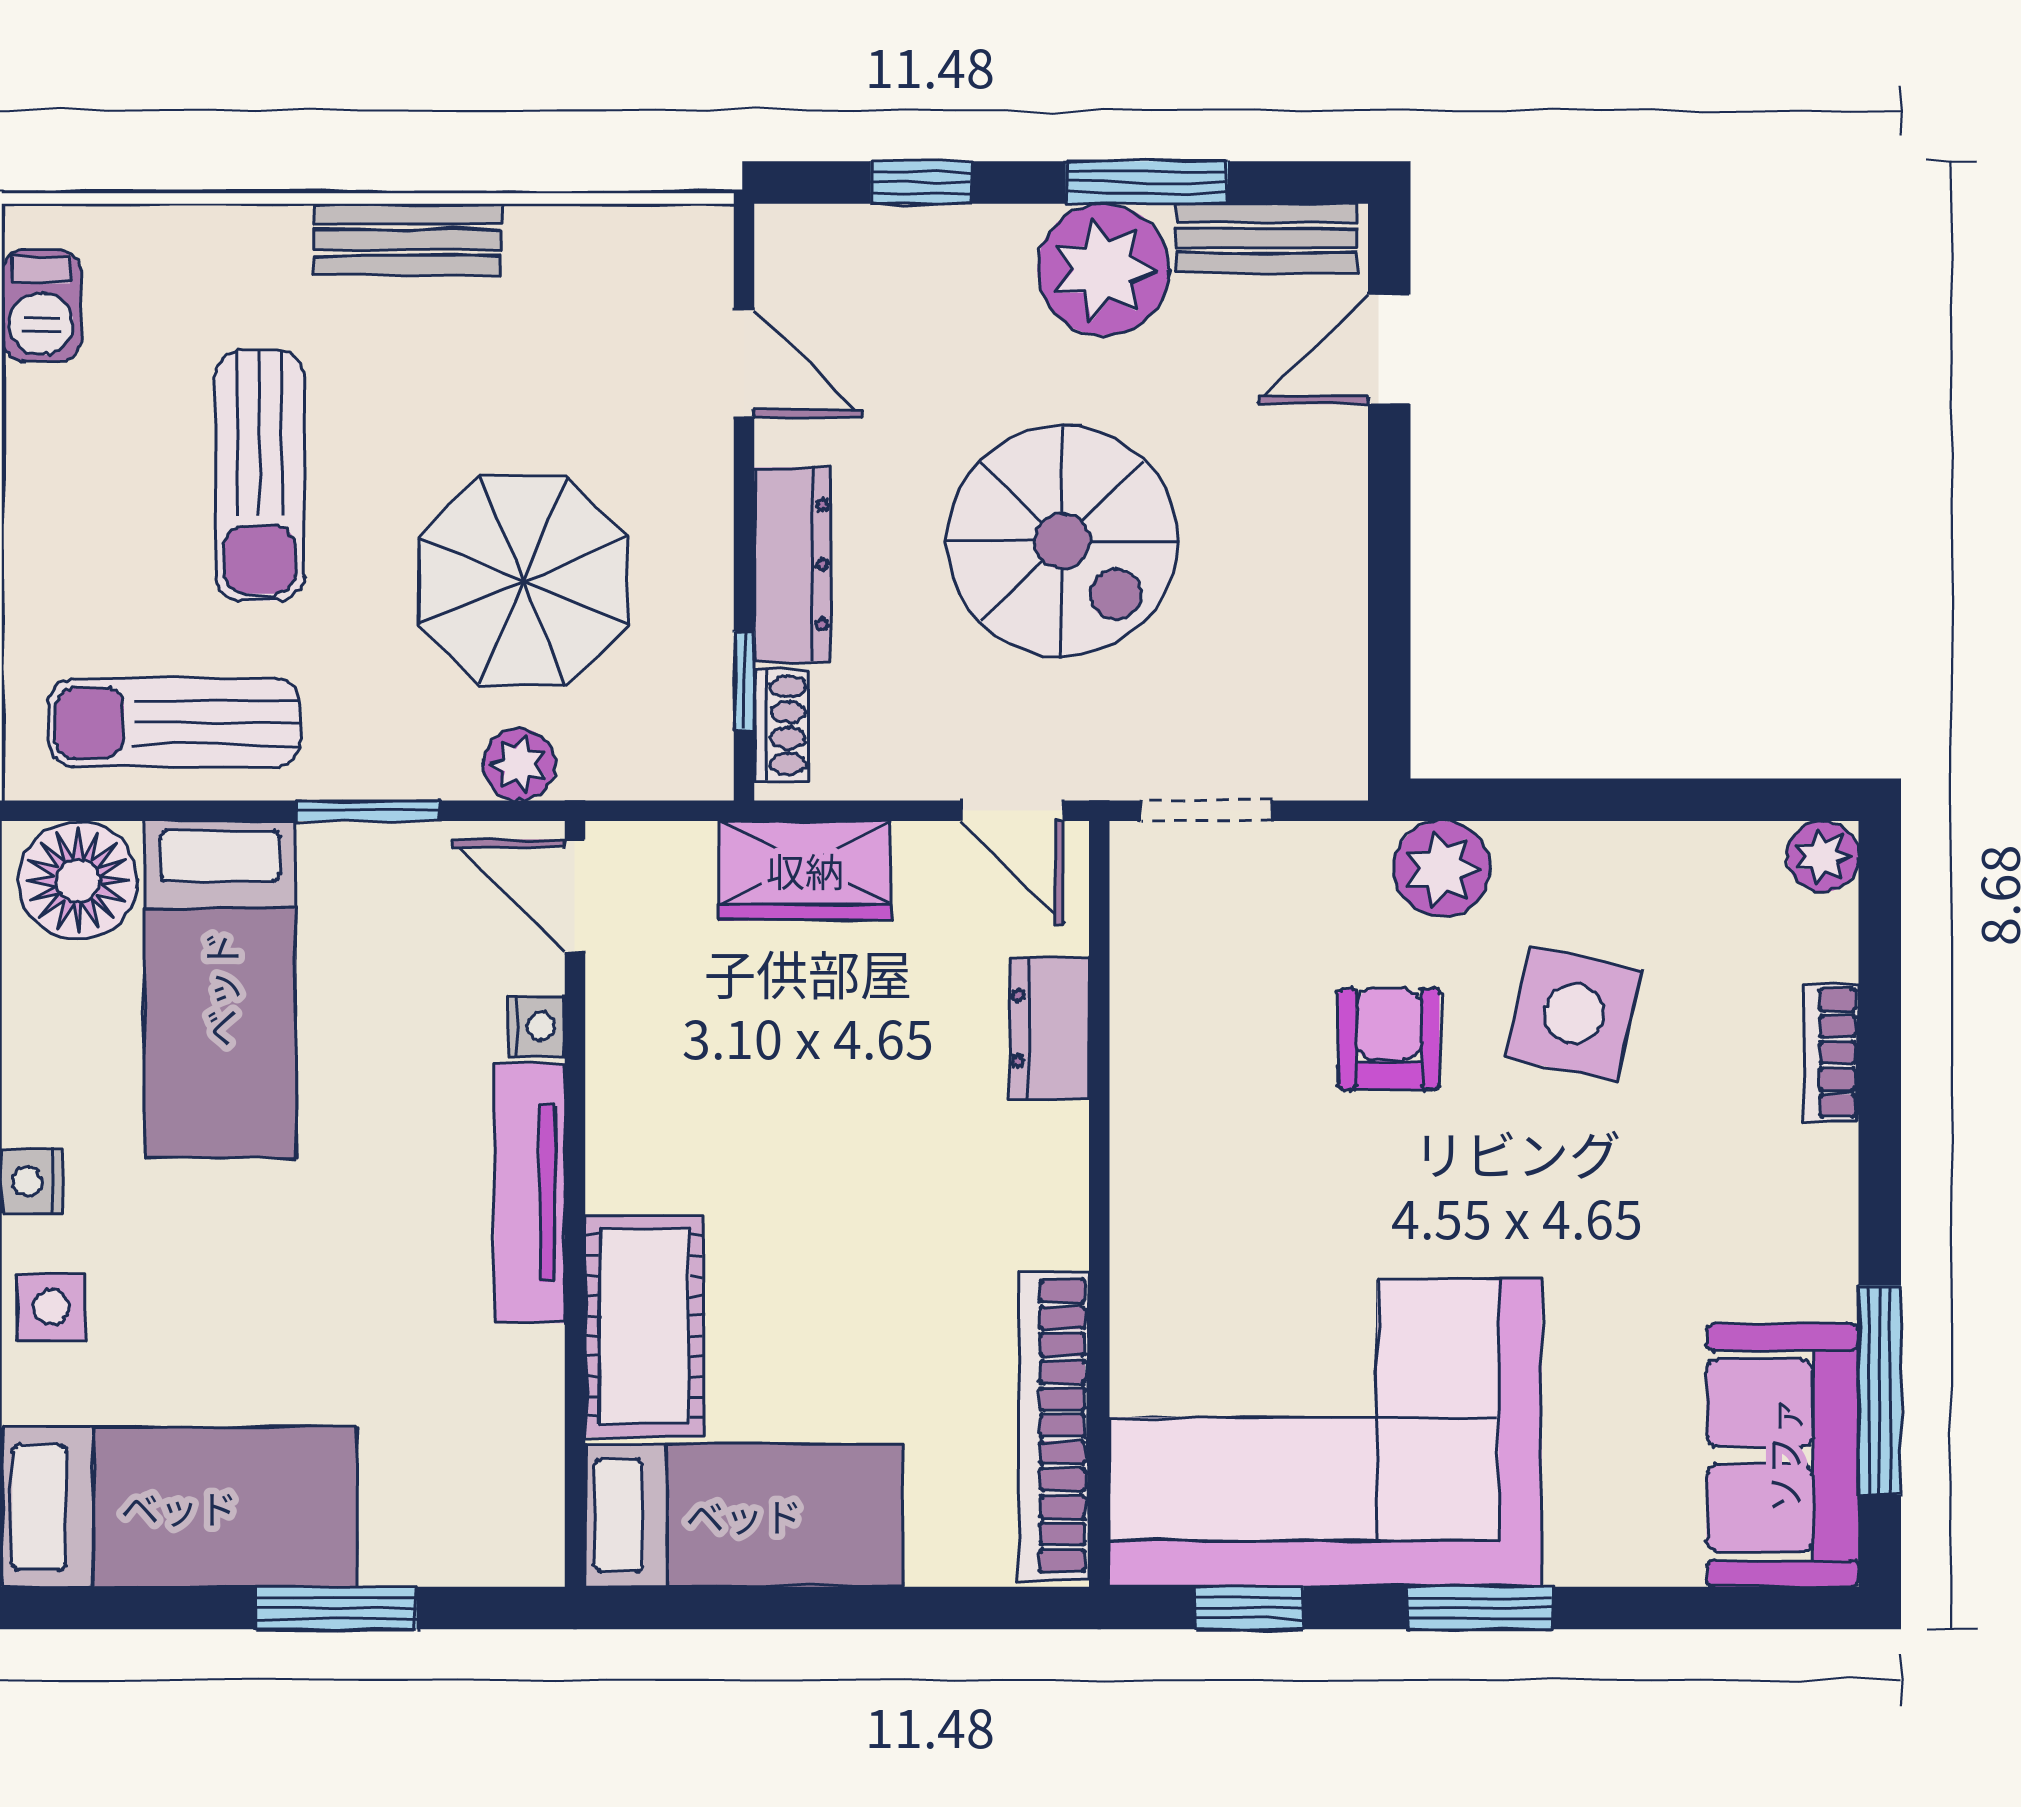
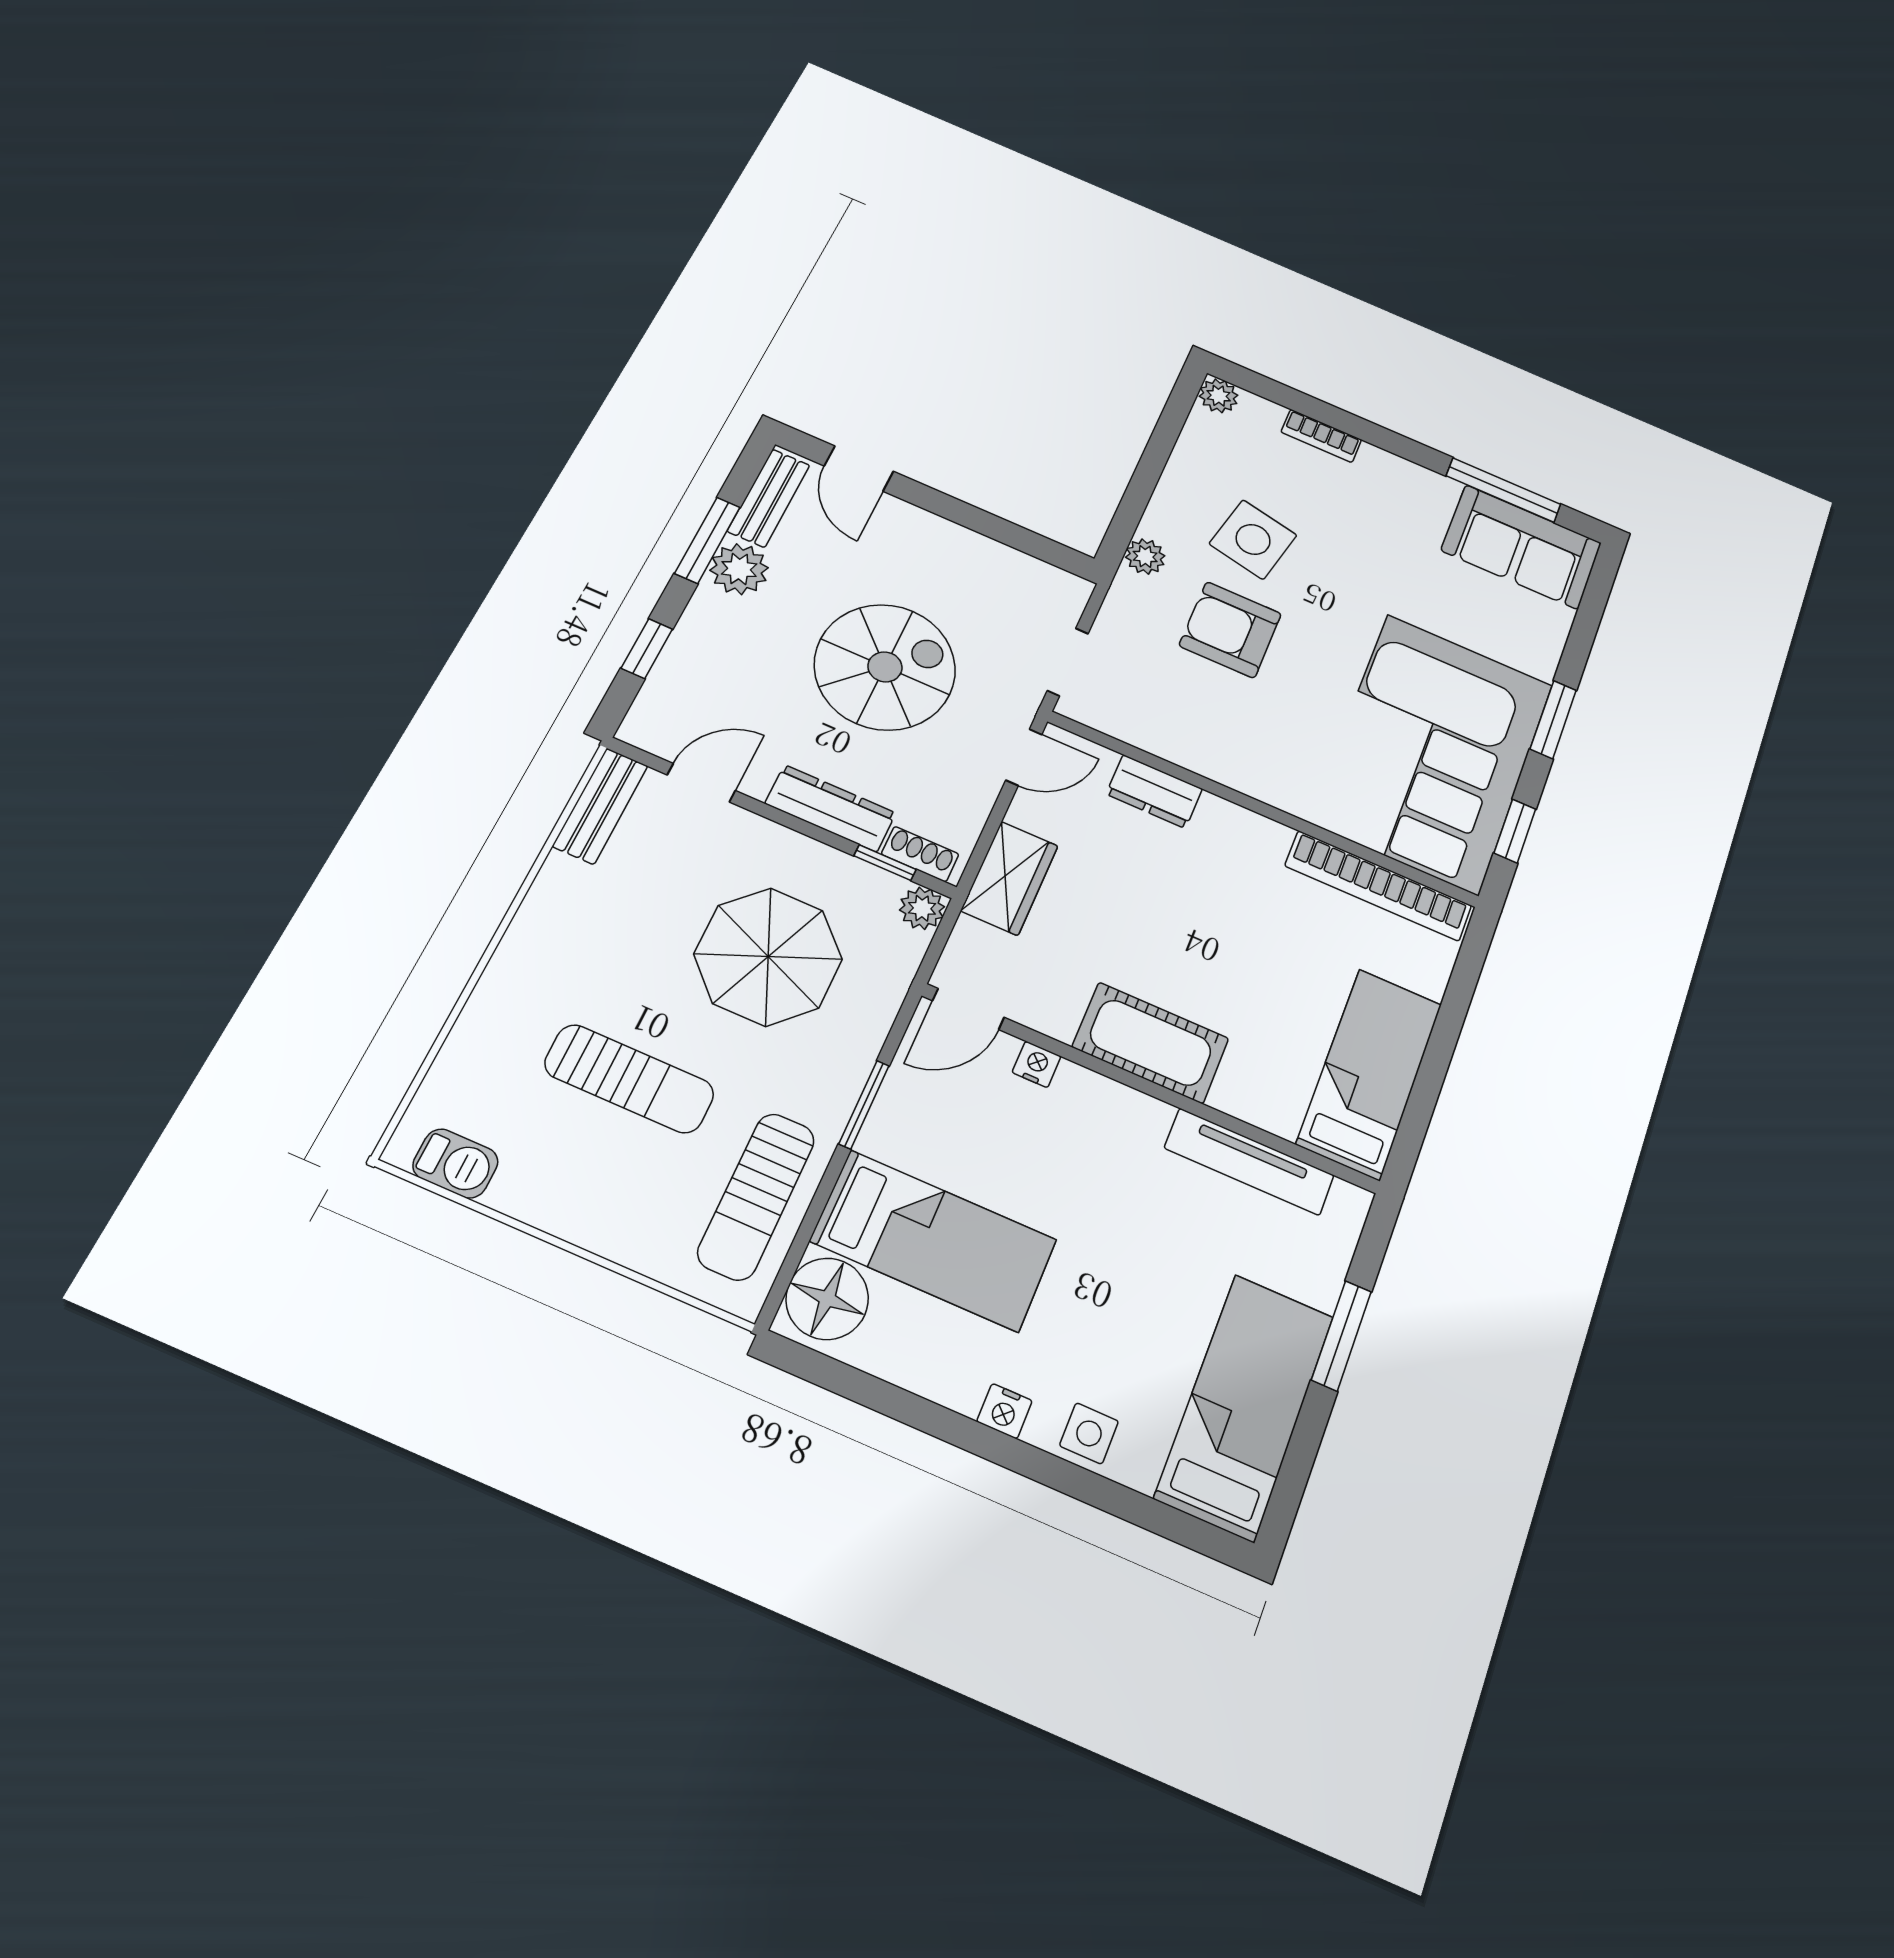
bench: (407, 239) -> (600, 806), moved
plant: (1103, 270) -> (739, 569), width x0.73, depth x0.73
plant: (519, 764) -> (922, 908), moved
plant: (1442, 869) -> (1145, 557), width x0.73, depth x0.73
armchair: (1389, 1039) -> (1230, 630), width x1.38, depth x1.38
tv unit: (530, 1193) -> (1249, 1162), moved
cot: (644, 1326) -> (1151, 1043), moved

